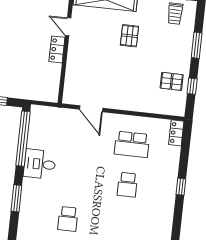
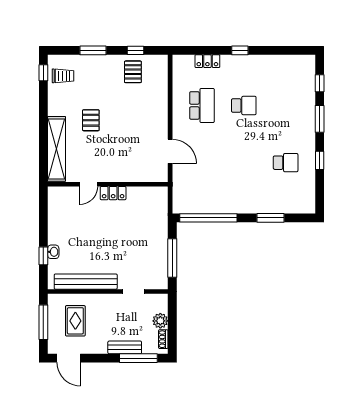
pallet: (129, 36) -> (91, 120), turned 90
door: (91, 109) -> (170, 151), hinge flipped
locker: (176, 133) -> (207, 61), moved
desk: (40, 164) -> (233, 198), removed

